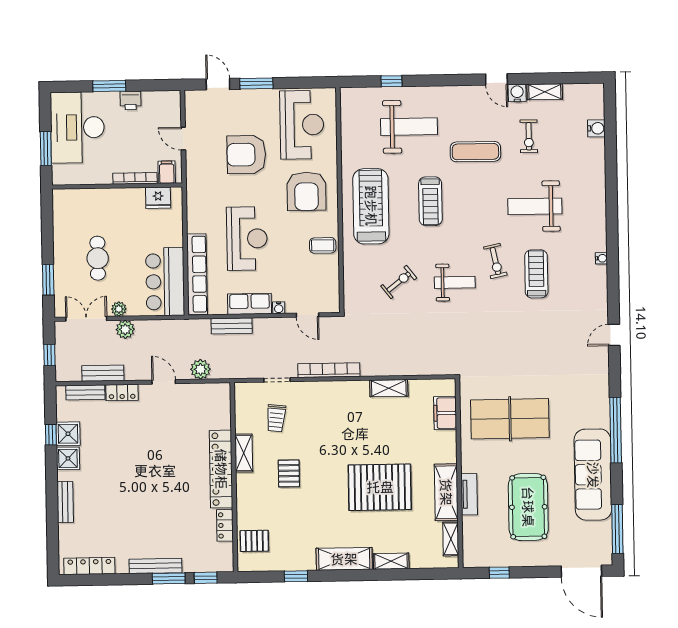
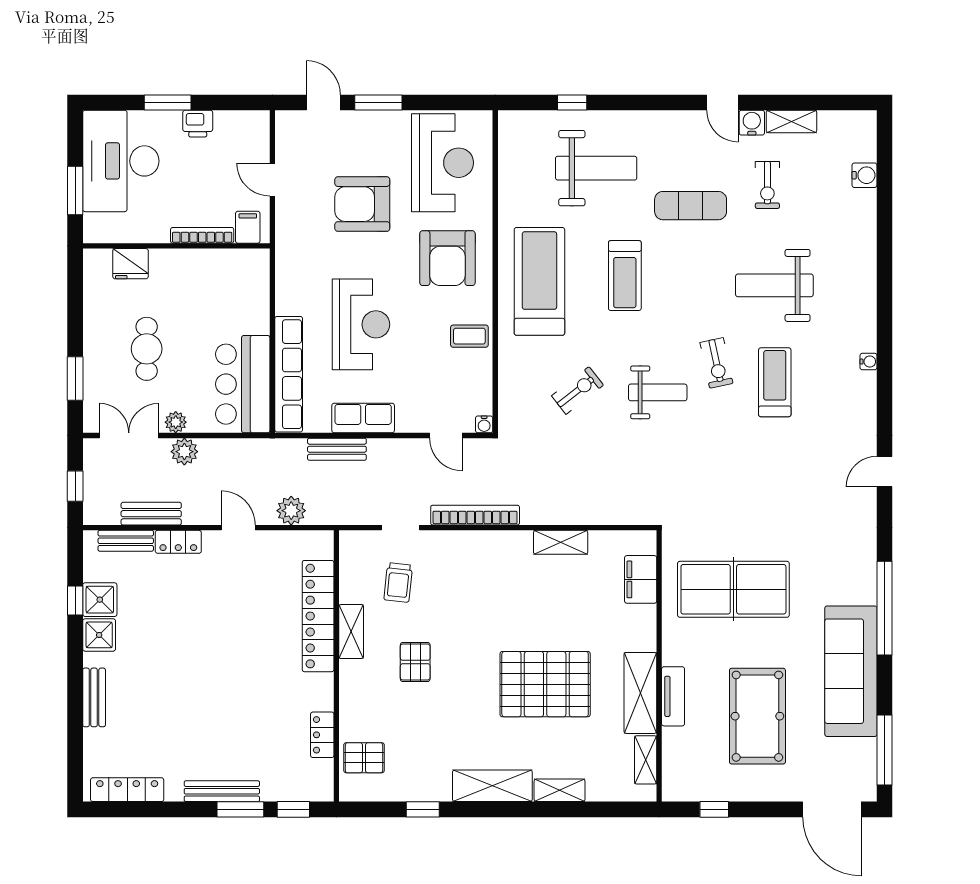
fridge: (158, 198) -> (130, 264), moved
water cooler: (279, 308) -> (484, 424), moved
locker: (221, 469) -> (318, 616), moved

